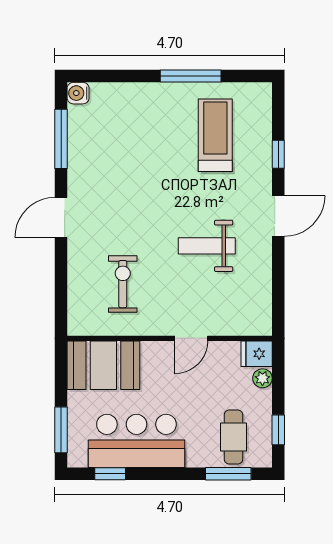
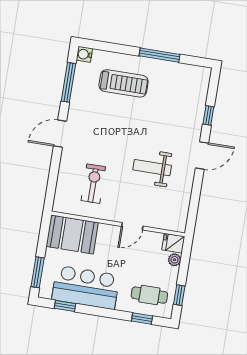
treadmill: (215, 135) -> (124, 83), moved, turned 90
cafe table: (234, 437) -> (149, 295), turned 90
window: (228, 474) -> (142, 318), width x0.67

